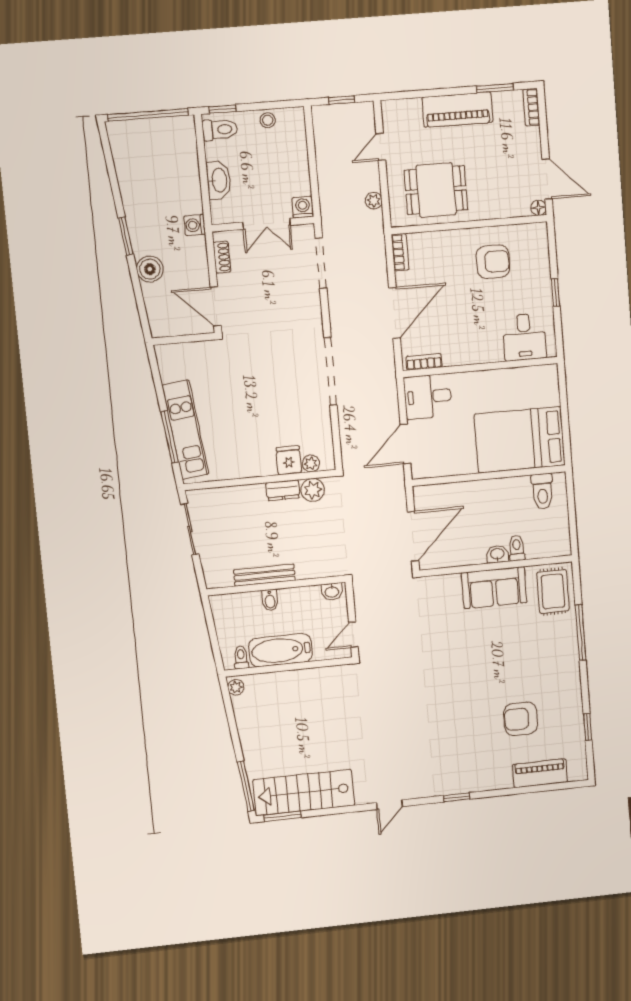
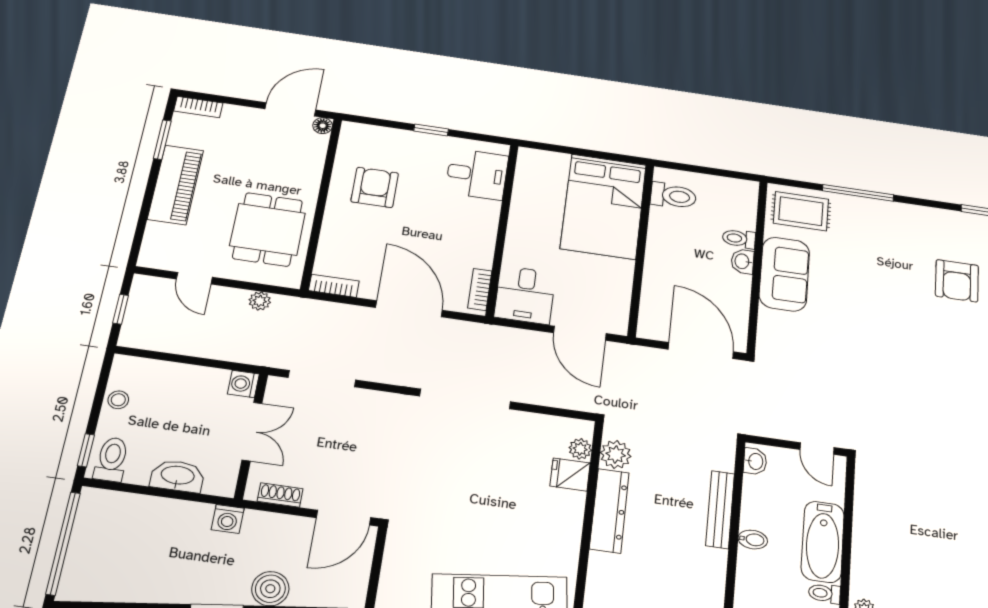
dresser: (283, 490) -> (609, 511), width x1.96, depth x1.24
bench: (264, 575) -> (720, 509), moved

